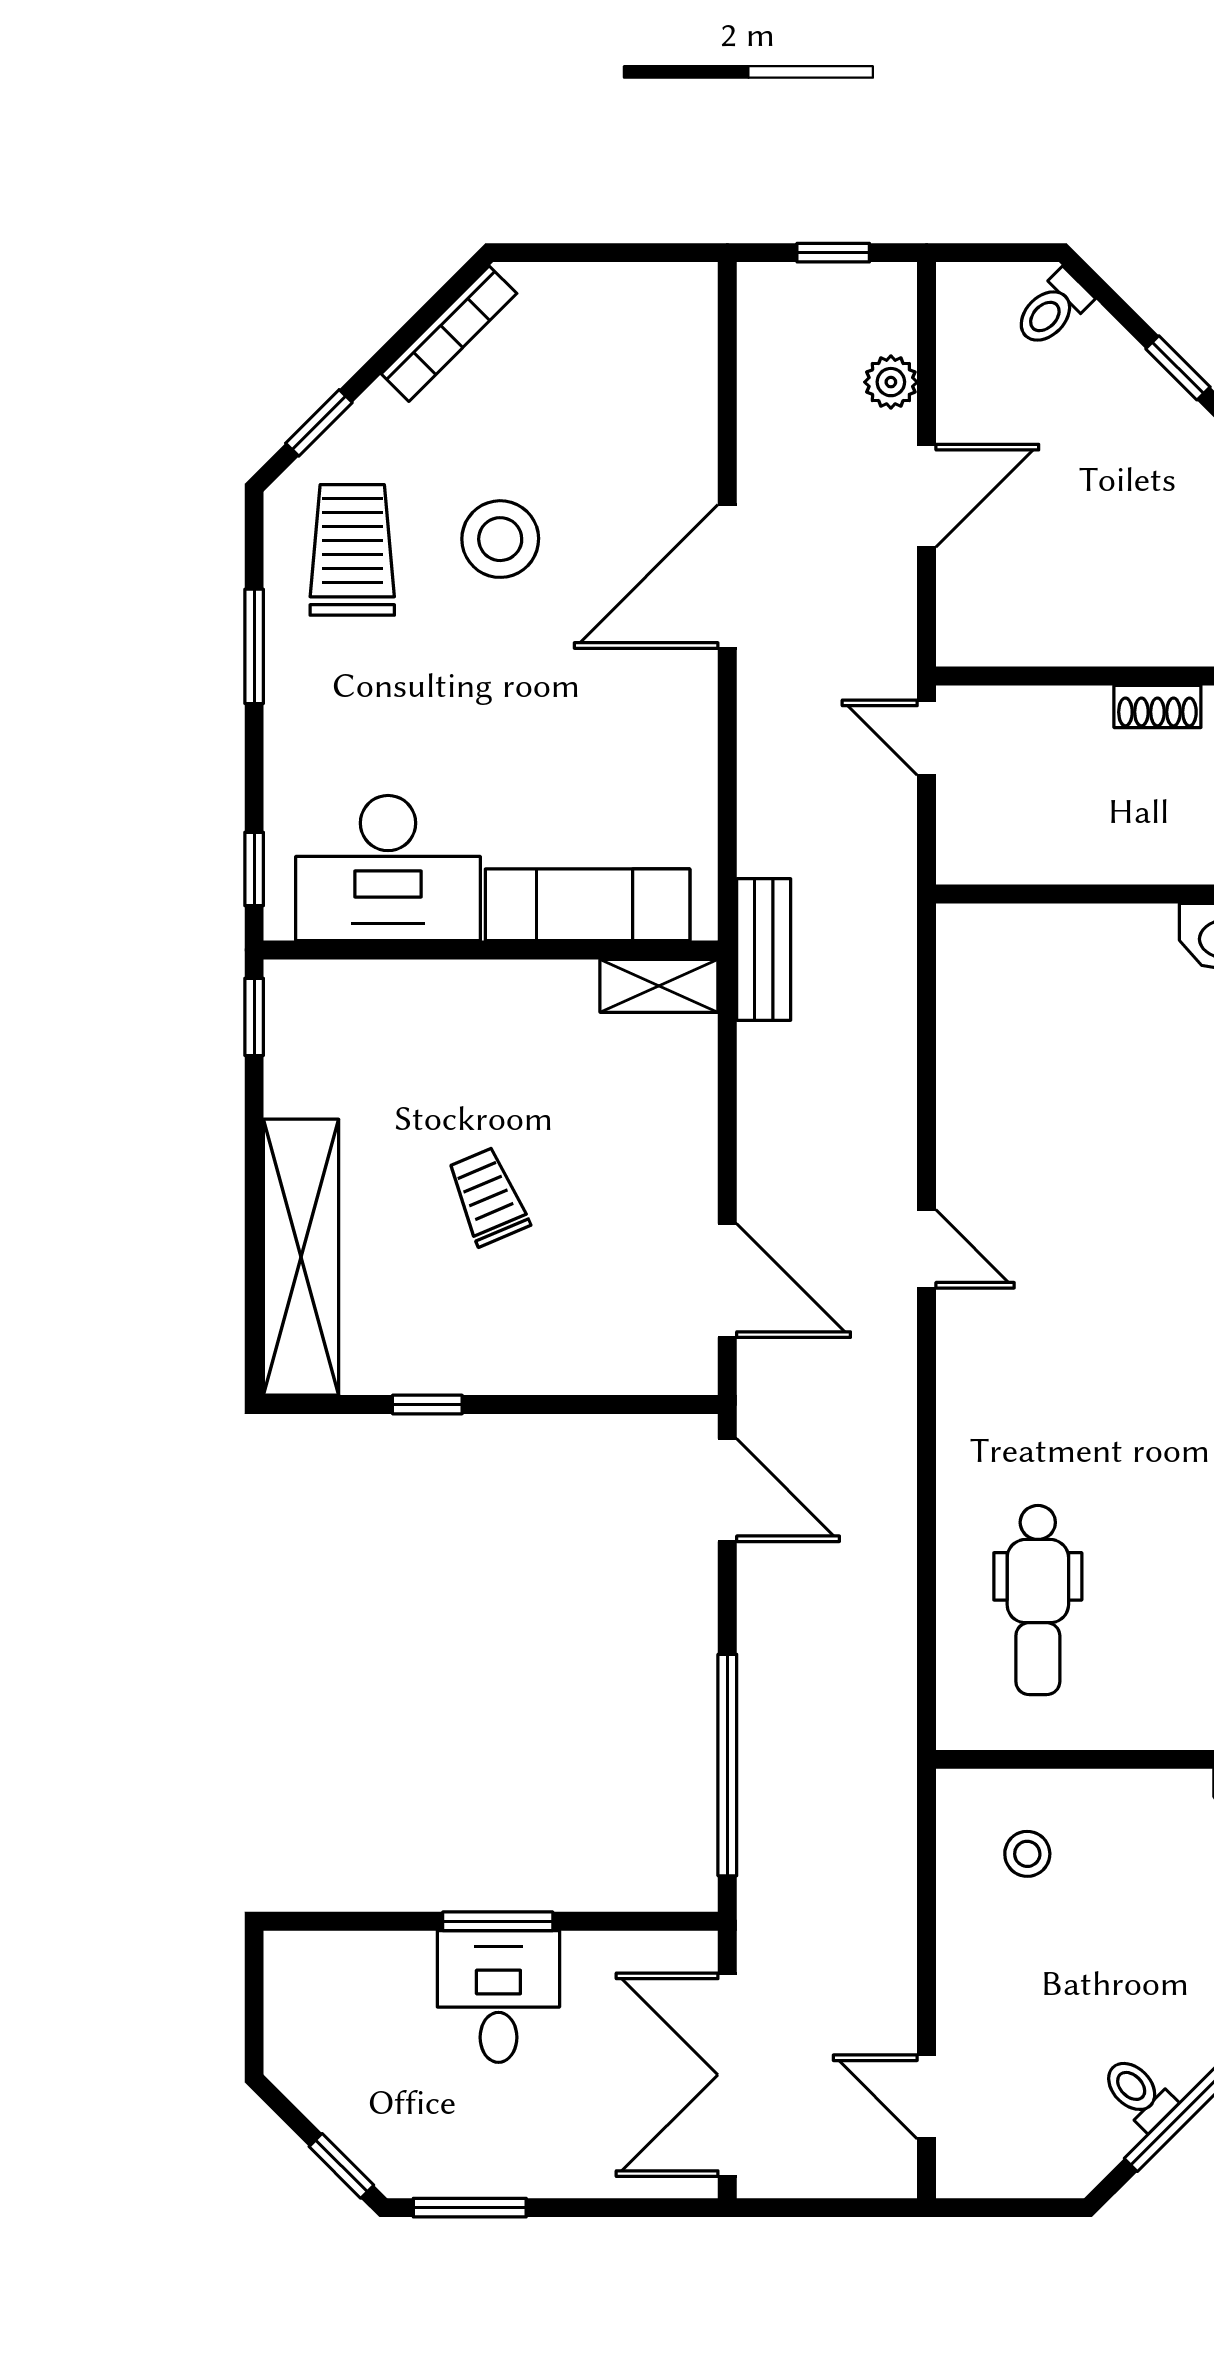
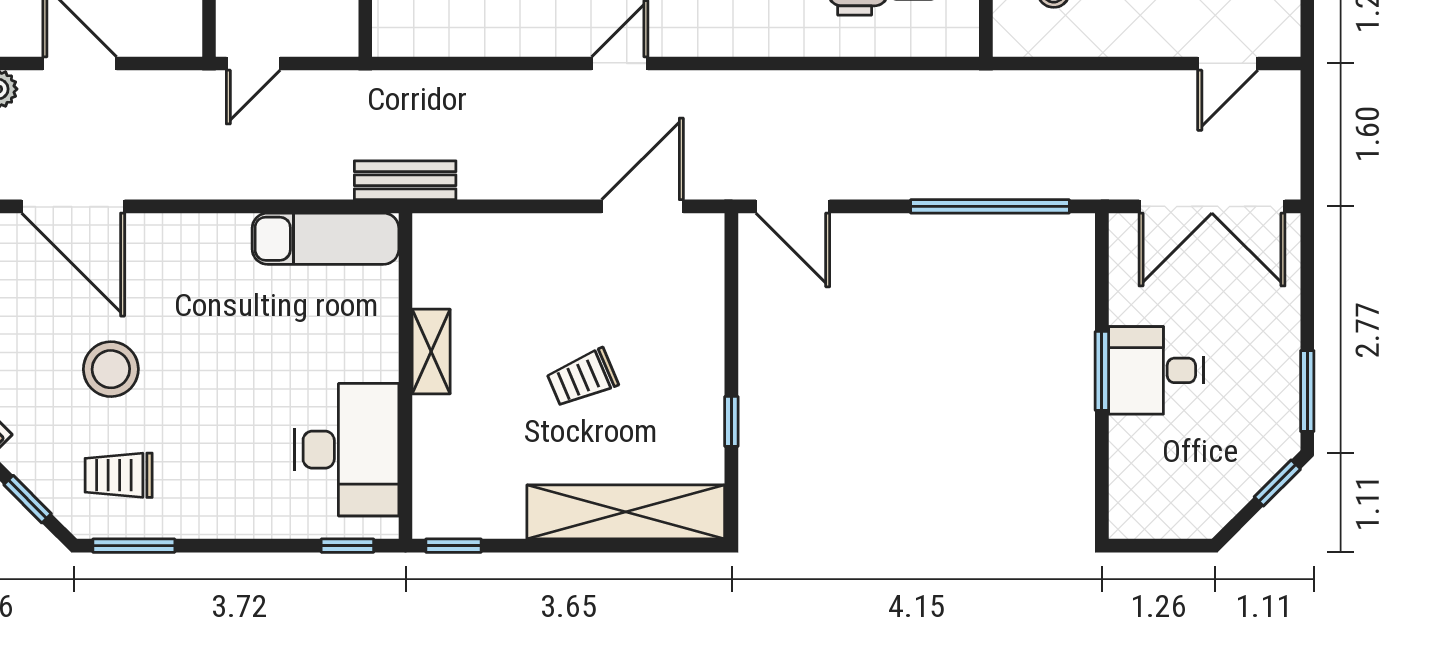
trolley: (352, 550) -> (119, 475), width x0.73, depth x0.72
door: (727, 577) -> (73, 206), moved
window: (254, 646) -> (134, 546), moved
exam couch: (588, 905) -> (325, 239), moved, turned -90
shelving: (659, 986) -> (431, 351), moved
door: (727, 1490) -> (793, 206), swing flipped

